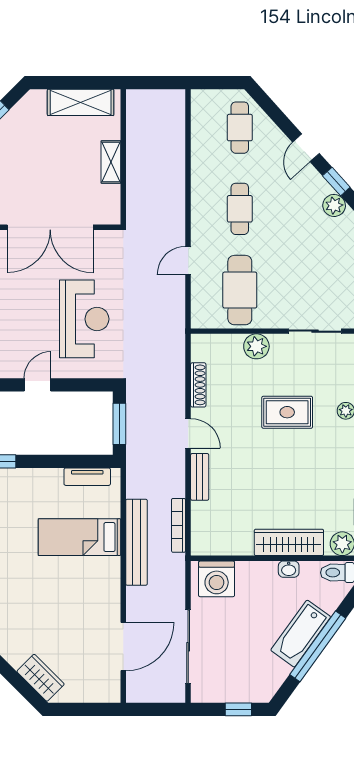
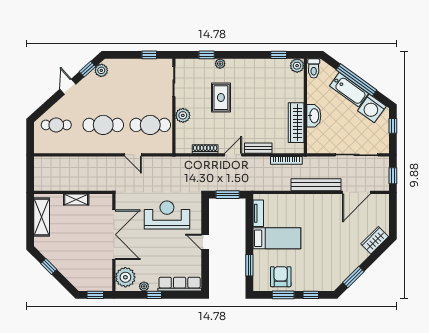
door: (306, 148) -> (68, 87), swing flipped
cafe table: (240, 209) -> (103, 125), width x1.37, depth x1.35
bed: (79, 537) -> (277, 238), moved, turned -90
bench: (136, 542) -> (316, 185), moved
wardrobe: (289, 542) -> (296, 123), moved
washbasin: (289, 569) -> (314, 116), moved, width x1.91, depth x1.45
washing machine: (217, 579) -> (372, 108), moved, turned 126
door: (123, 647) -> (356, 192), swing flipped
window: (152, 709) -> (393, 176), added

